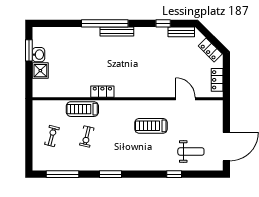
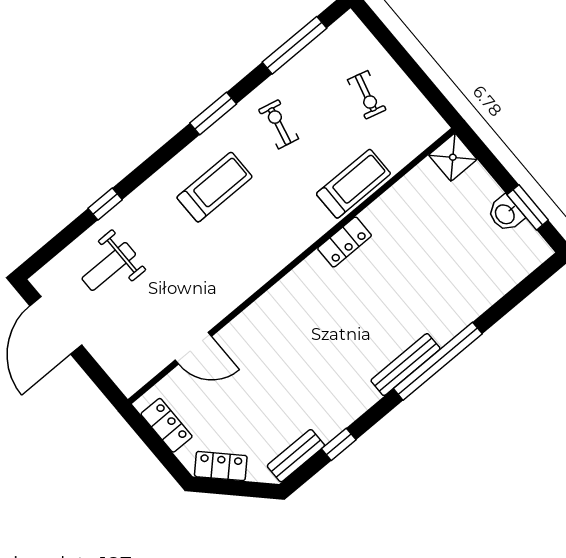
shower: (40, 71) -> (453, 157), moved
treadmill: (151, 126) -> (215, 187), moved
exercise bike: (87, 137) -> (279, 124), moved

